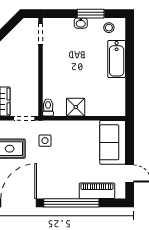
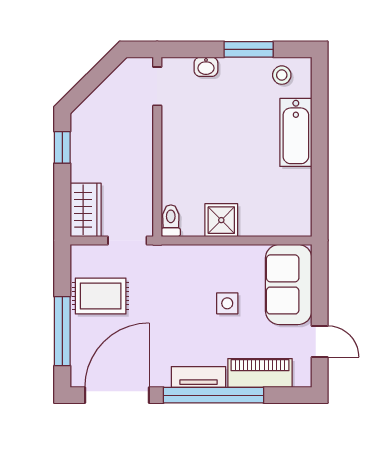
washbasin: (81, 23) -> (206, 67), moved
side table: (45, 141) -> (227, 303), moved
tv unit: (63, 193) -> (199, 377), added

